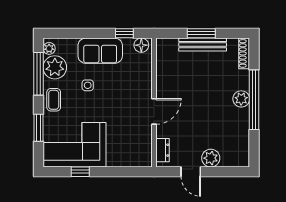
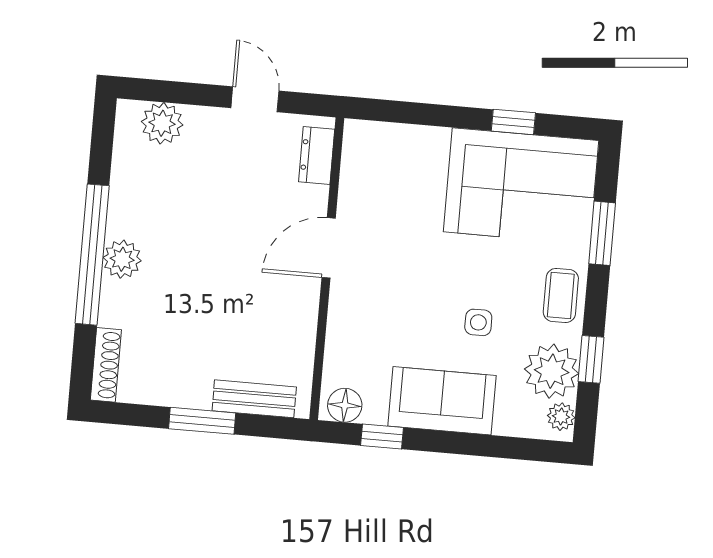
bench: (203, 45) -> (254, 399), moved, width x0.73
window: (38, 74) -> (591, 359), width x0.46
plant: (211, 158) -> (162, 123), moved

